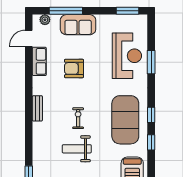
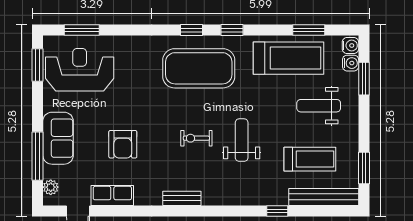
reception desk: (127, 56) -> (80, 70), moved
window: (151, 62) -> (82, 30), moved
weight bench: (77, 149) -> (242, 140), turned 180

